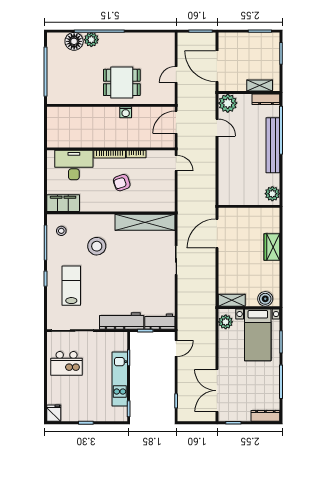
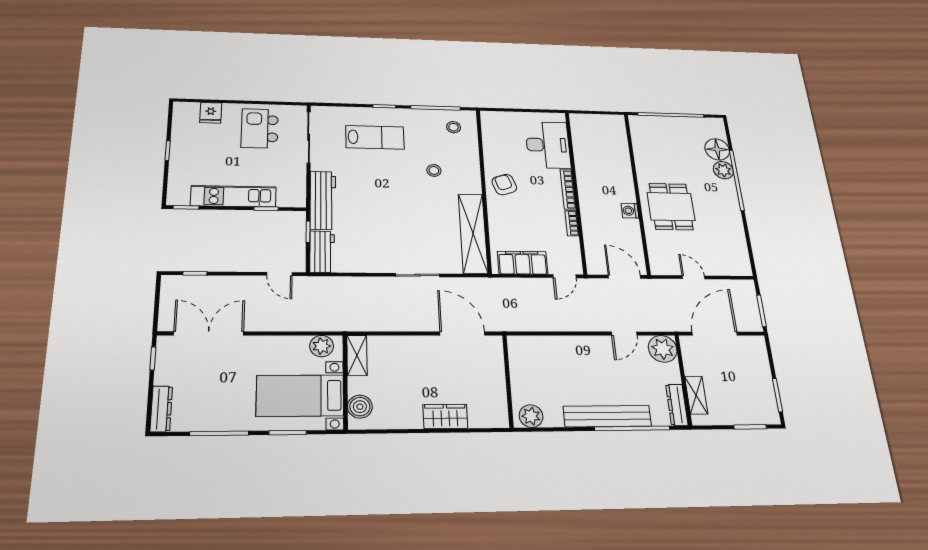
armchair: (122, 183) -> (504, 185), moved
filing cabinet: (63, 203) -> (523, 263), moved, turned -90
stool: (97, 246) -> (434, 170), width x0.53, depth x0.53
fridge: (54, 413) -> (211, 113), moved, turned 90

